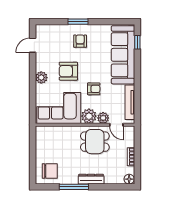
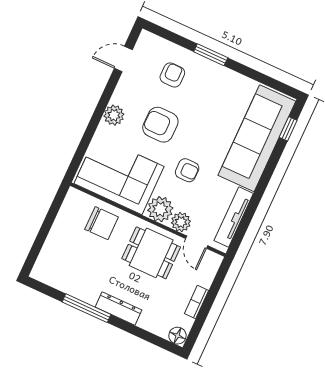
armchair: (80, 41) -> (172, 75), moved
chair: (50, 171) -> (102, 223), moved

